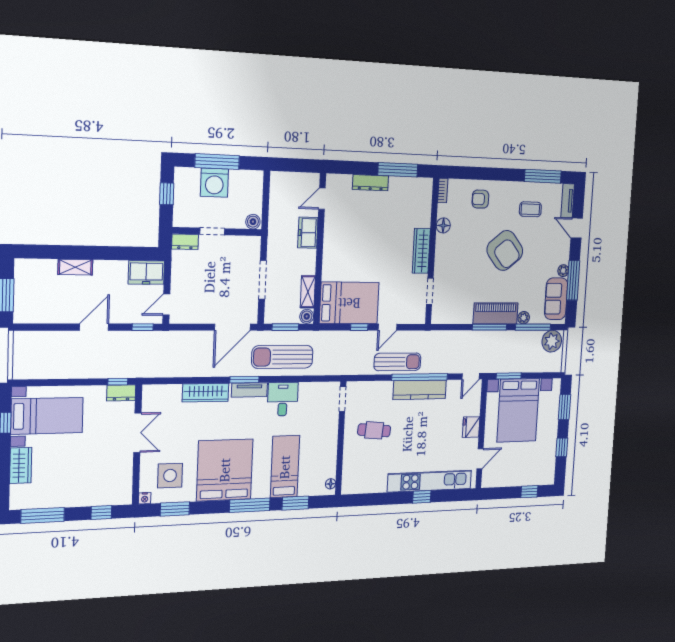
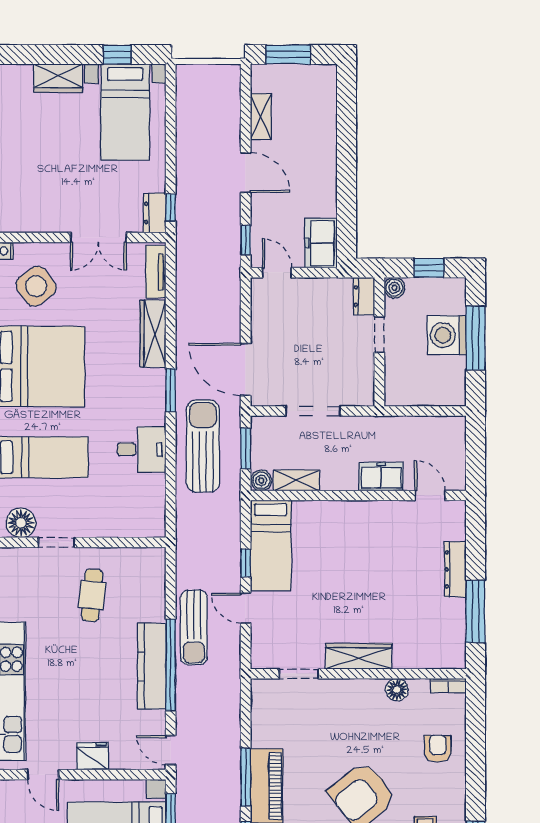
boiler: (253, 222) -> (394, 288), moved
shelving: (75, 267) -> (261, 117), moved
bed: (349, 303) -> (271, 545), width x0.67
tv unit: (249, 390) -> (156, 272), moved
doorway: (343, 399) -> (56, 542), moved
side table: (170, 476) -> (36, 286), turned -37
floor lamp: (331, 484) -> (21, 523), width x1.89, depth x1.89

